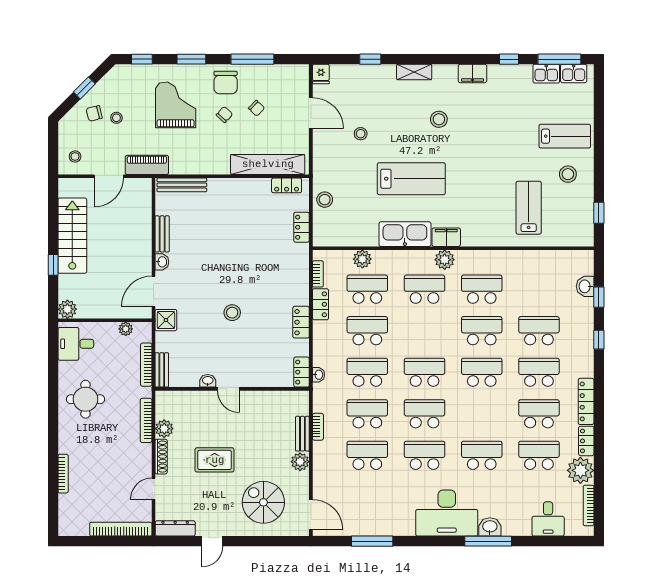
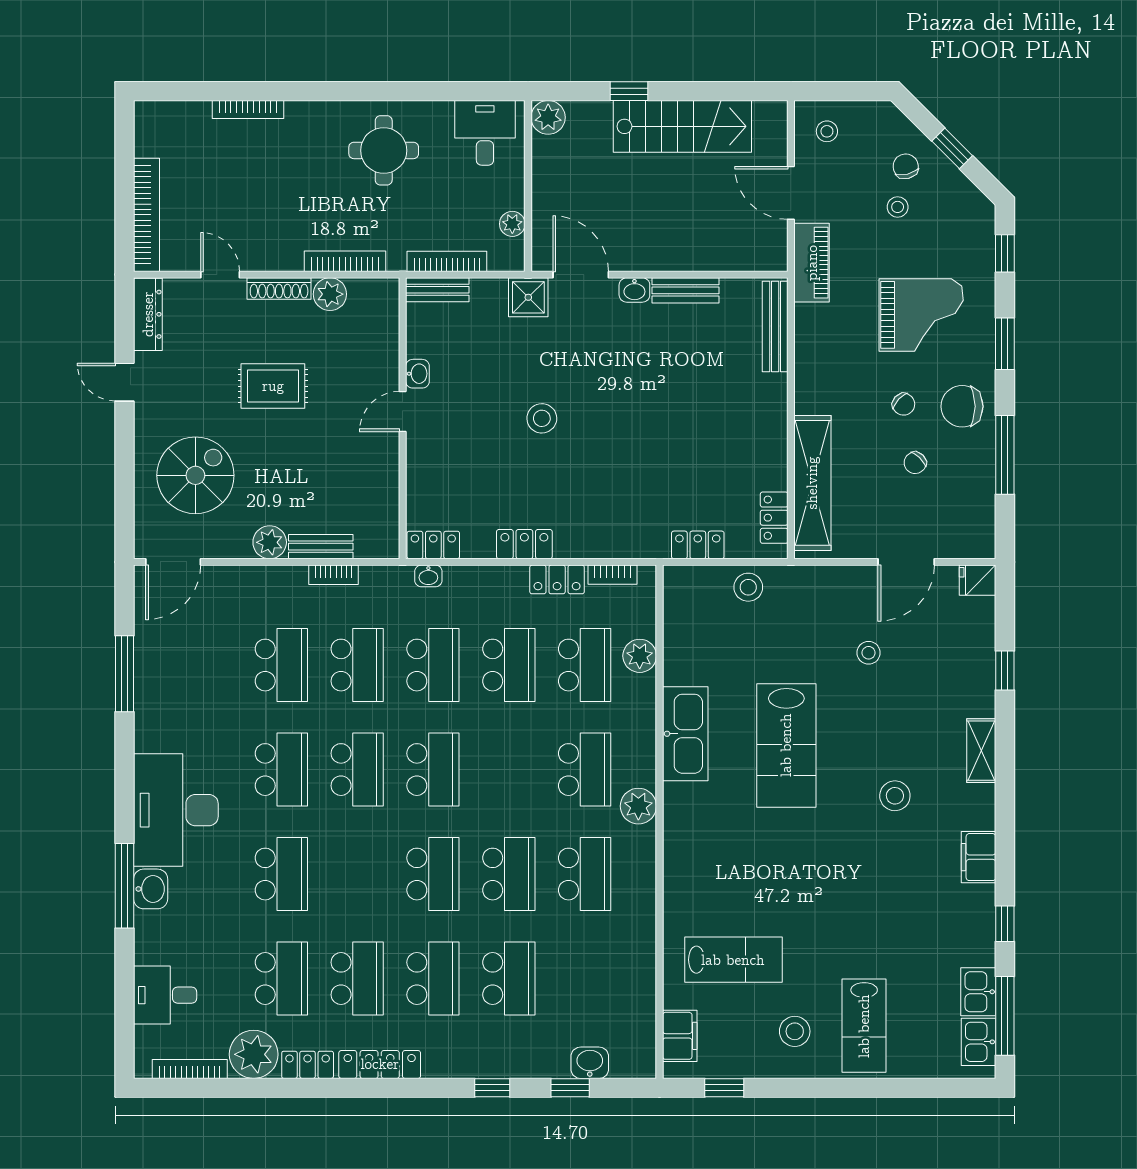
filing cabinet: (446, 237) -> (680, 1036), moved
rug: (215, 460) -> (273, 386), turned 90

